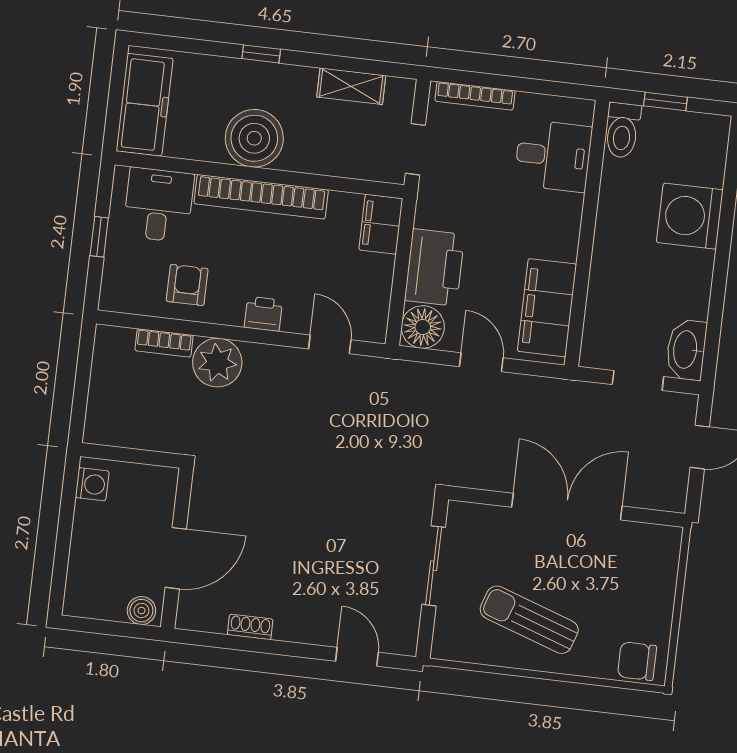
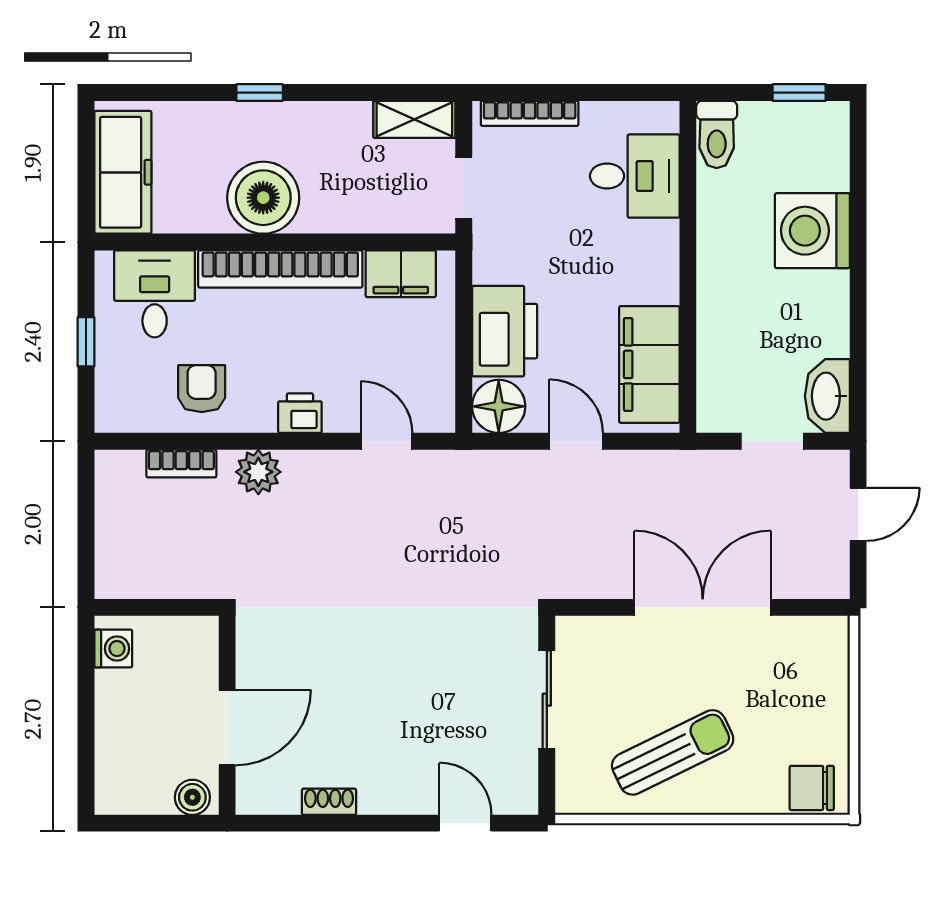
shelving: (351, 86) -> (414, 119), moved
window: (665, 101) -> (799, 93), moved
filing cabinet: (381, 224) -> (401, 274), moved, turned -90
plant: (217, 363) -> (258, 472), width x0.73, depth x0.73
sun lounger: (529, 620) -> (673, 752), turned 135

